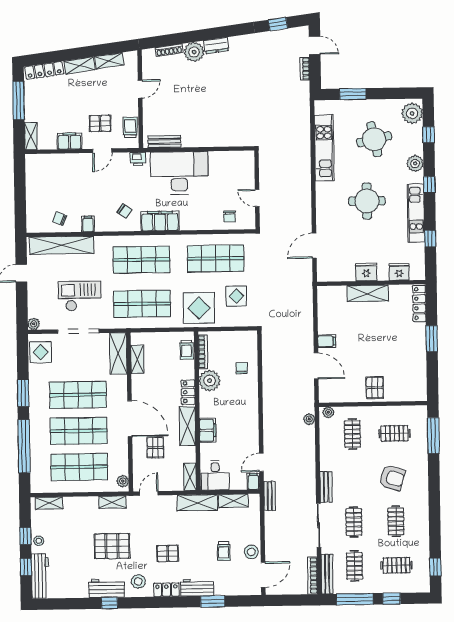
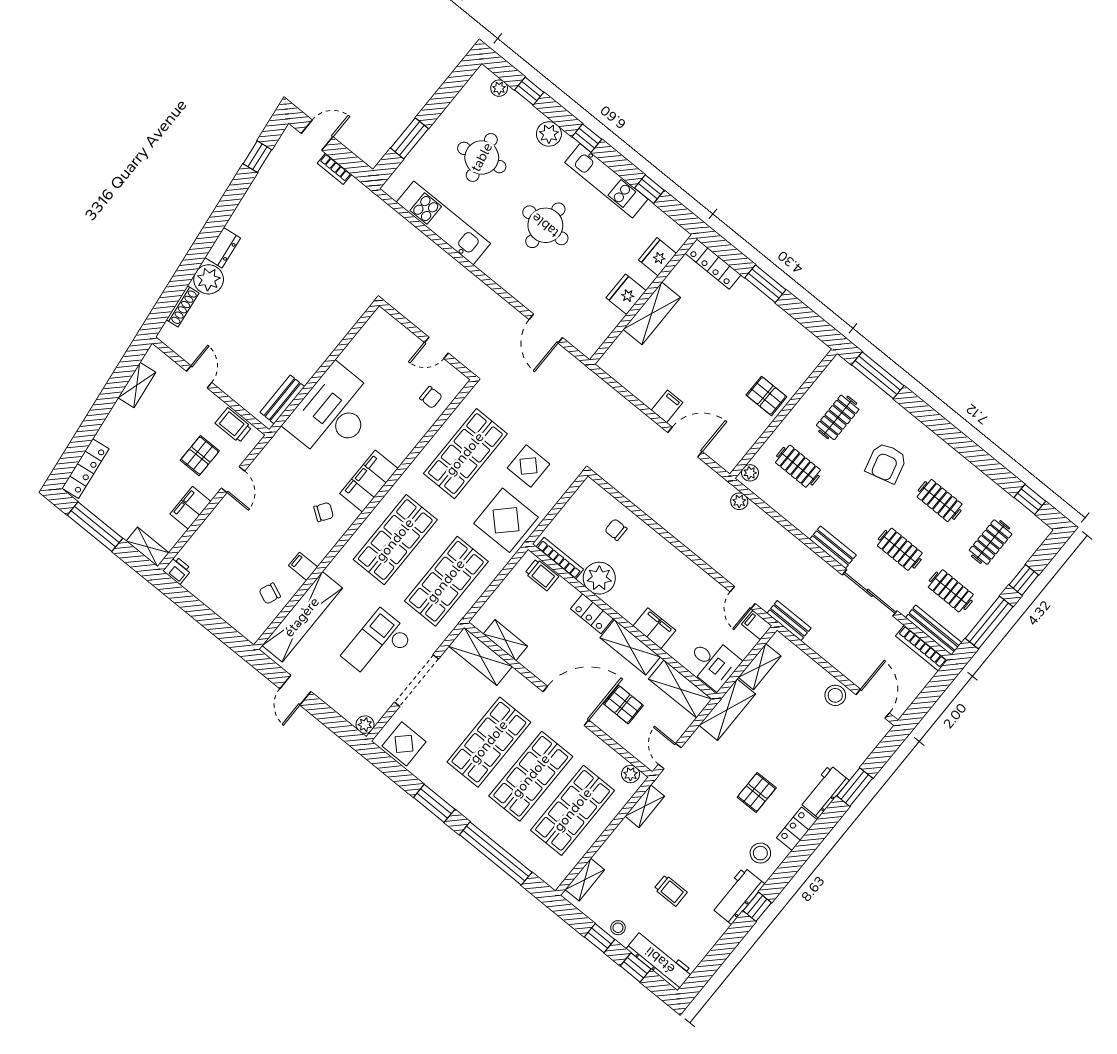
shelving: (79, 66) -> (114, 423), removed
plant: (412, 113) -> (499, 88), width x0.53, depth x0.53
printer: (138, 159) -> (177, 570), moved, turned -90
shelving: (190, 477) -> (680, 689), width x1.50, depth x1.33
armchair: (392, 478) -> (886, 463), turned 148
pallet: (112, 546) -> (695, 849), removed
trolley: (224, 551) -> (671, 891), moved

